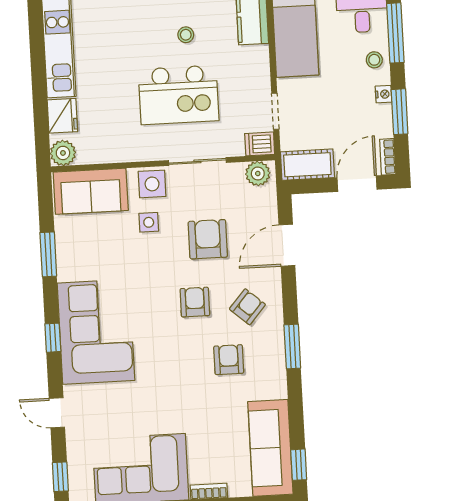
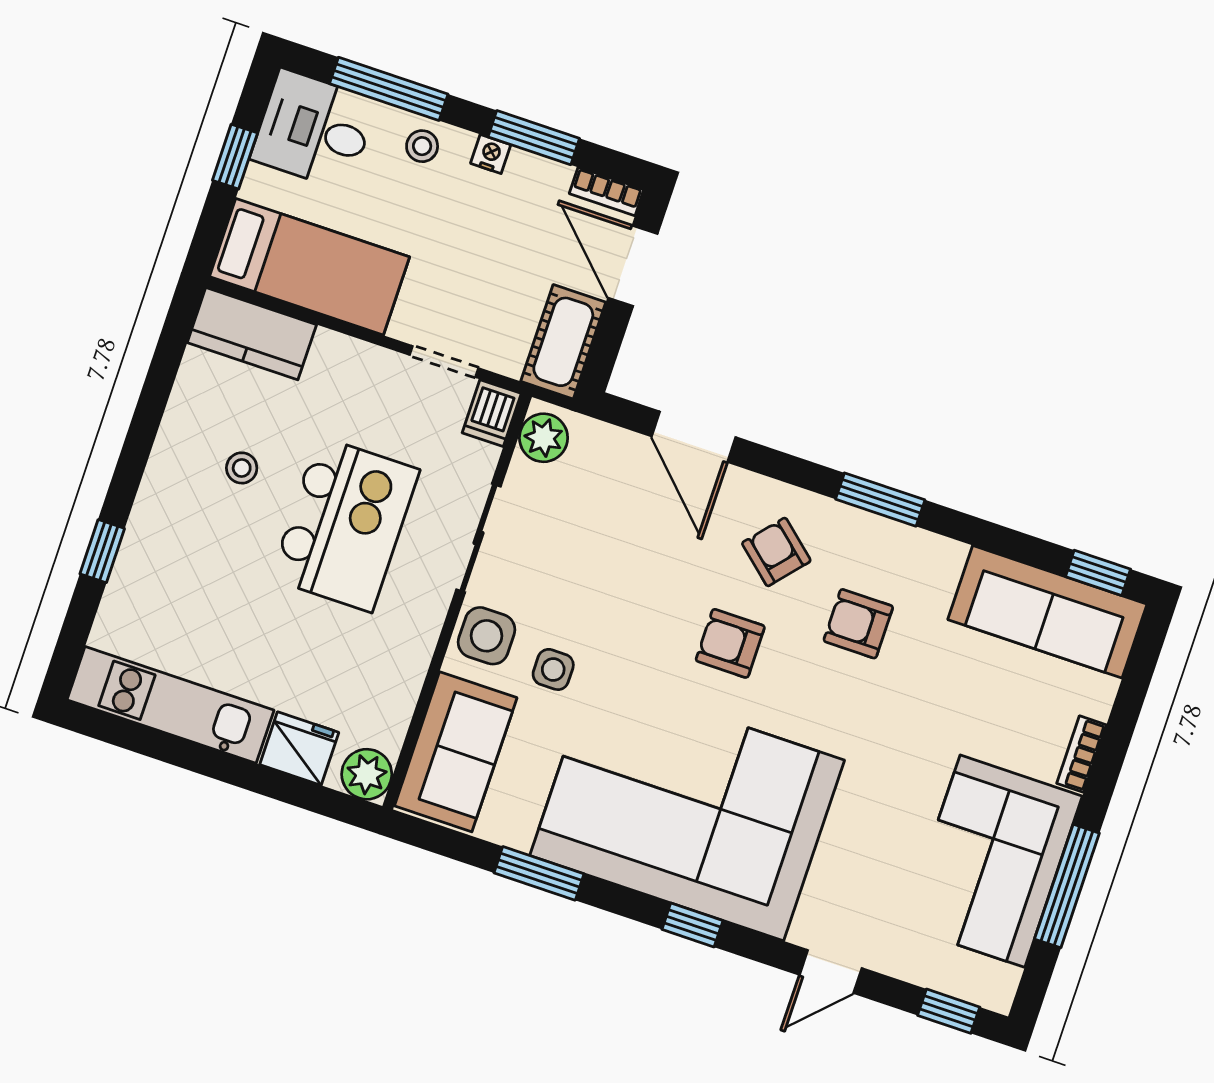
armchair: (208, 239) -> (626, 575), removed
corner sofa: (96, 332) -> (687, 808), width x1.36, depth x1.36

